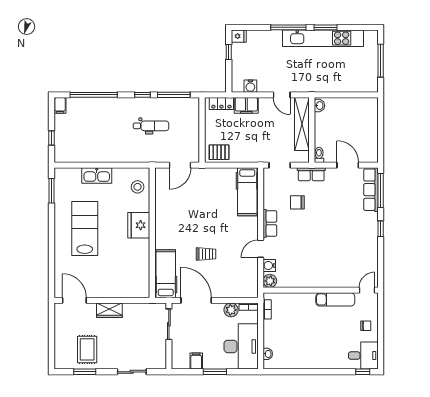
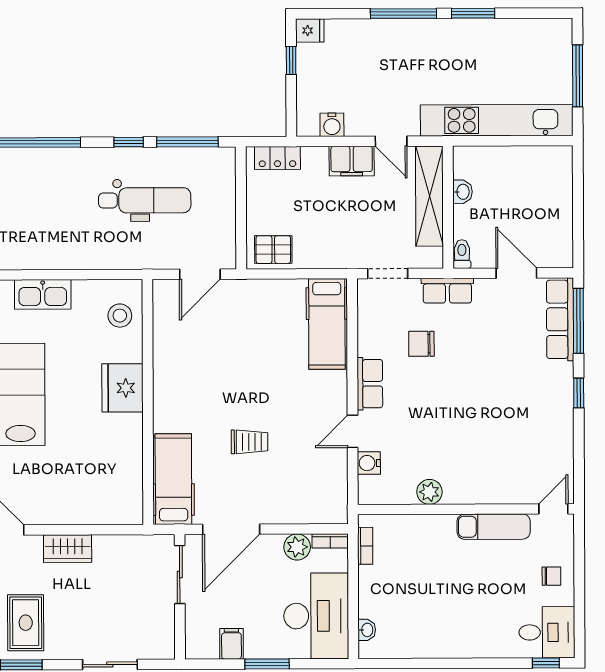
kitchen unit: (323, 38) -> (497, 120), moved, turned 180
filing cabinet: (246, 105) -> (352, 161), moved
washbasin: (319, 106) -> (462, 192), moved
dental chair: (151, 126) -> (145, 200), width x1.36, depth x1.38
plant: (270, 281) -> (429, 492), moved
door: (196, 300) -> (231, 529), swing flipped

